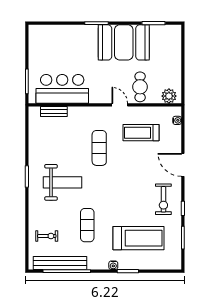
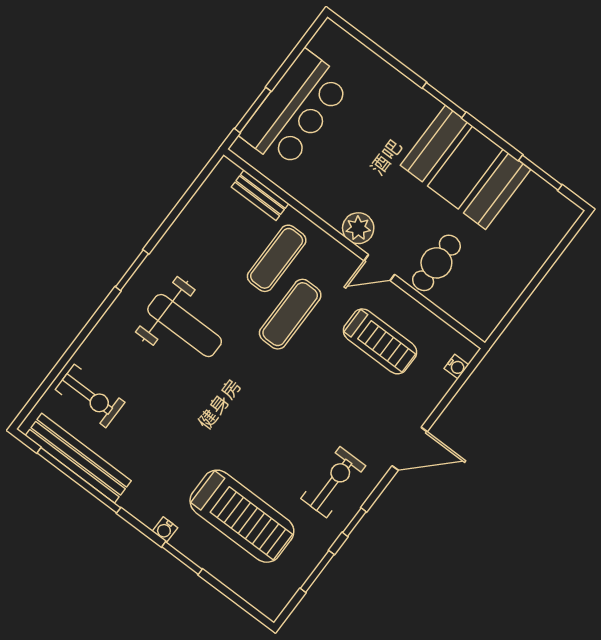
bar counter: (62, 89) -> (295, 110), moved, turned 90
plant: (169, 96) -> (358, 228), moved
door: (120, 105) -> (379, 268), swing flipped
treadmill: (141, 133) -> (380, 341), turned 180
door: (183, 165) -> (410, 449), swing flipped
exercise bike: (163, 199) -> (333, 482), turned 180
exercise mat: (87, 225) -> (277, 258), moved
exercise bike: (47, 236) -> (90, 396), width x1.38, depth x1.39

